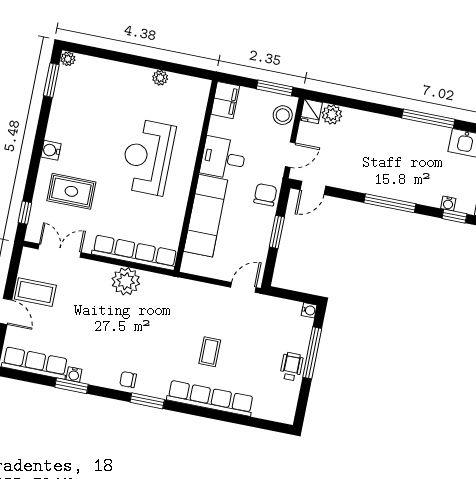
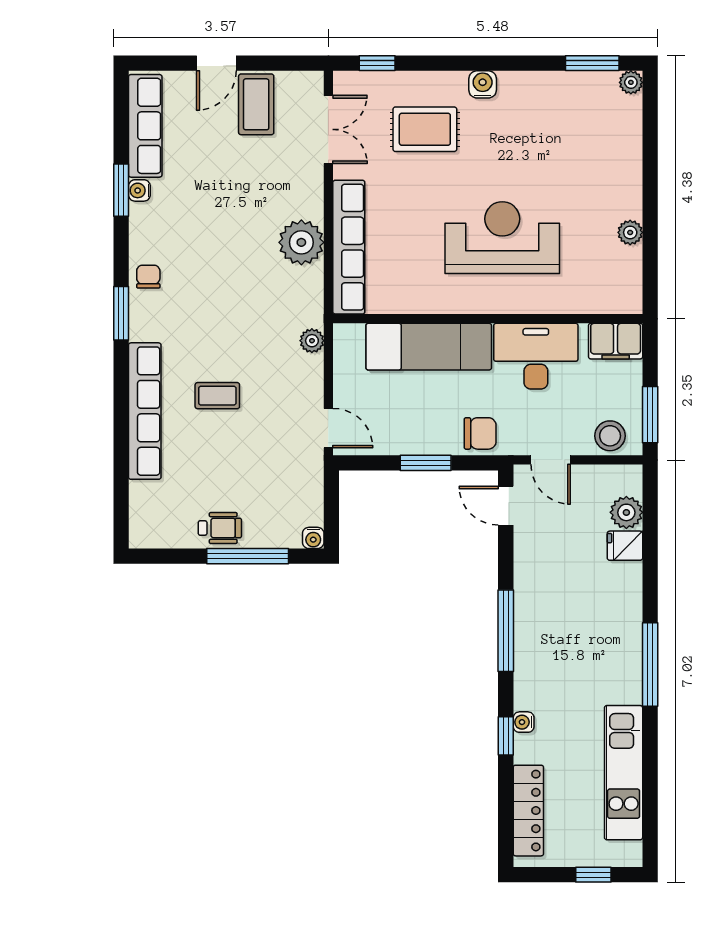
fridge: (311, 111) -> (625, 546), moved
desk: (223, 158) -> (536, 356), width x1.37
rug: (71, 191) -> (425, 129), turned 90
plant: (188, 287) -> (312, 341), added

